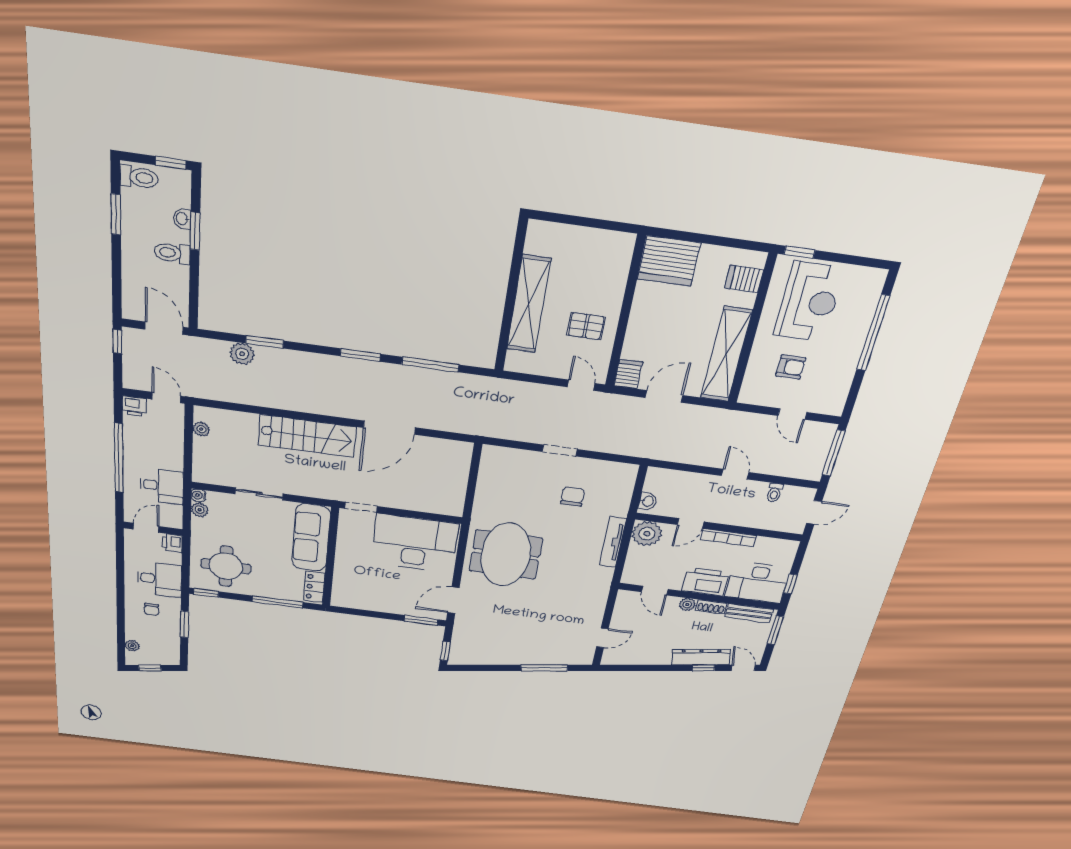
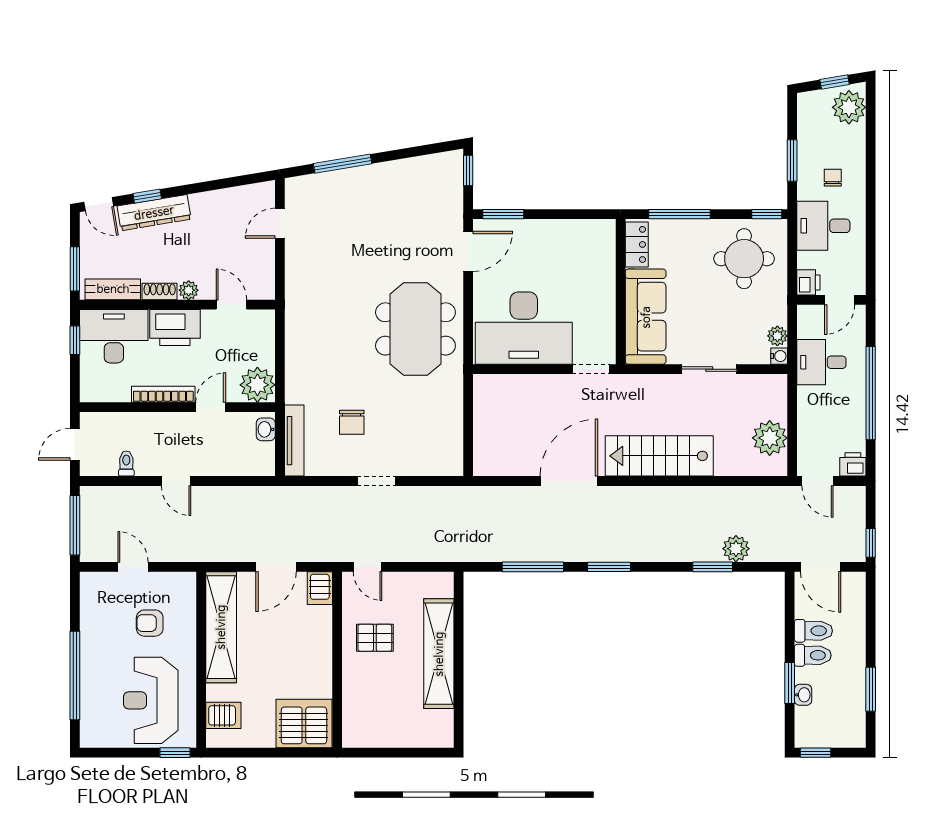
toilet: (139, 177) -> (813, 631), moved, turned 180
plant: (201, 429) -> (770, 438), width x1.87, depth x1.87
tv unit: (613, 542) -> (294, 441), moved
plant: (132, 646) -> (849, 107), width x1.88, depth x1.88

